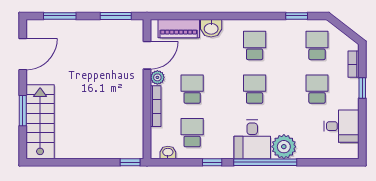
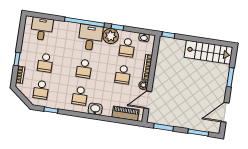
washbasin: (211, 28) -> (95, 109), moved
stairs: (40, 122) -> (208, 52), moved, turned -90
desk: (341, 126) -> (42, 29), moved, turned 90
plant: (284, 147) -> (111, 36), moved

